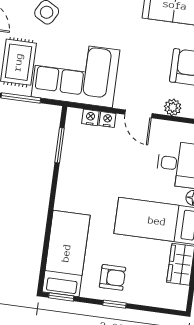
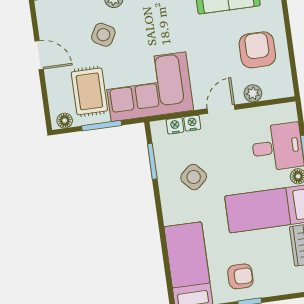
door: (138, 114) -> (221, 109), swing flipped
side table: (95, 171) -> (194, 177), added

